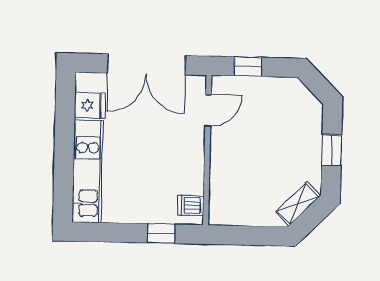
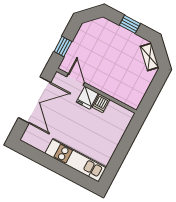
fridge: (90, 105) -> (87, 98), moved, turned 180
dishwasher: (191, 206) -> (101, 103), moved
window: (161, 234) -> (129, 138), removed

